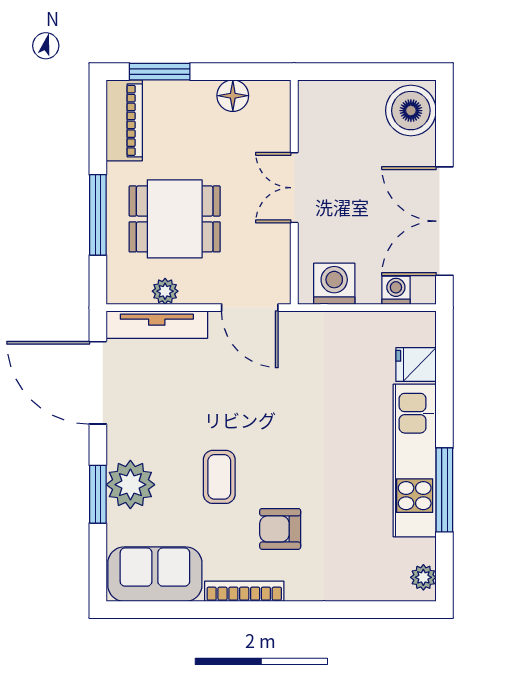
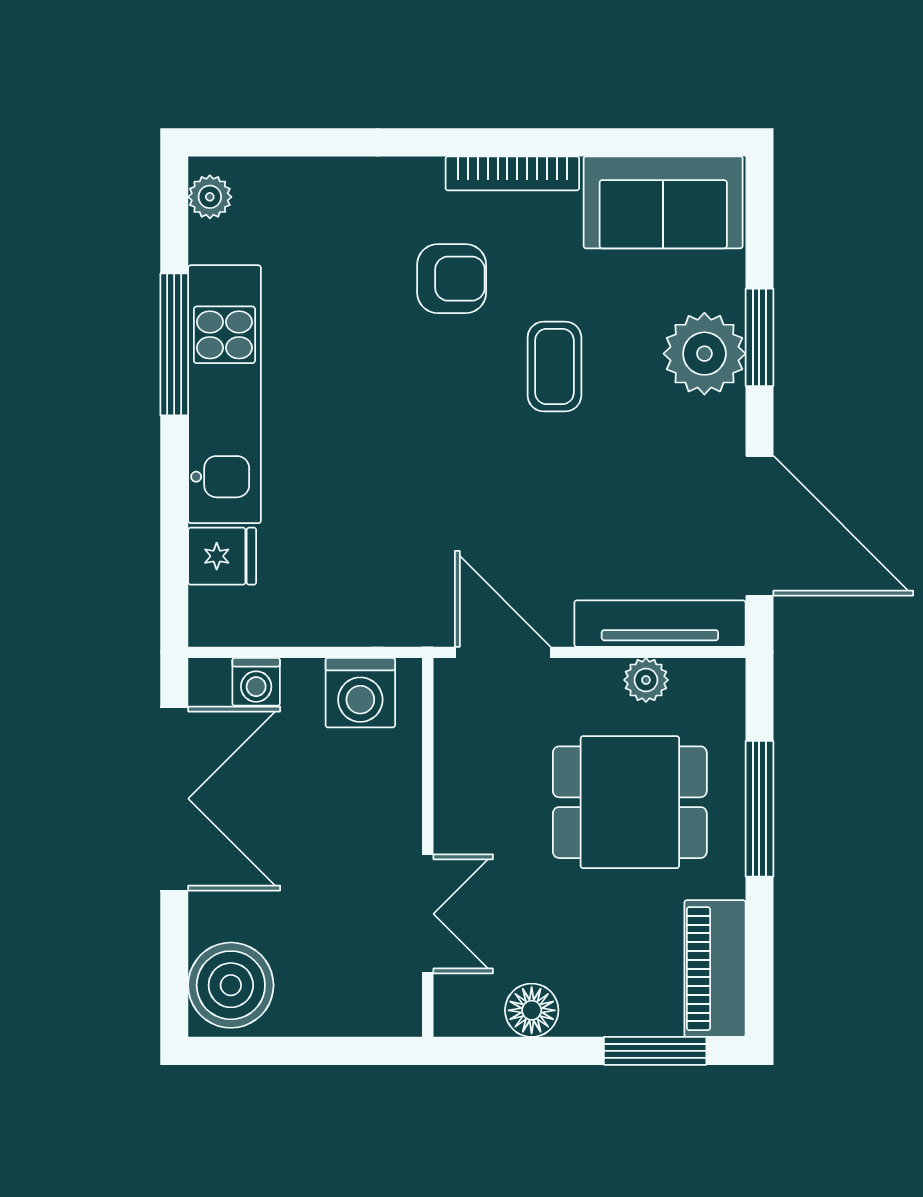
double door: (294, 188) -> (428, 914), moved

